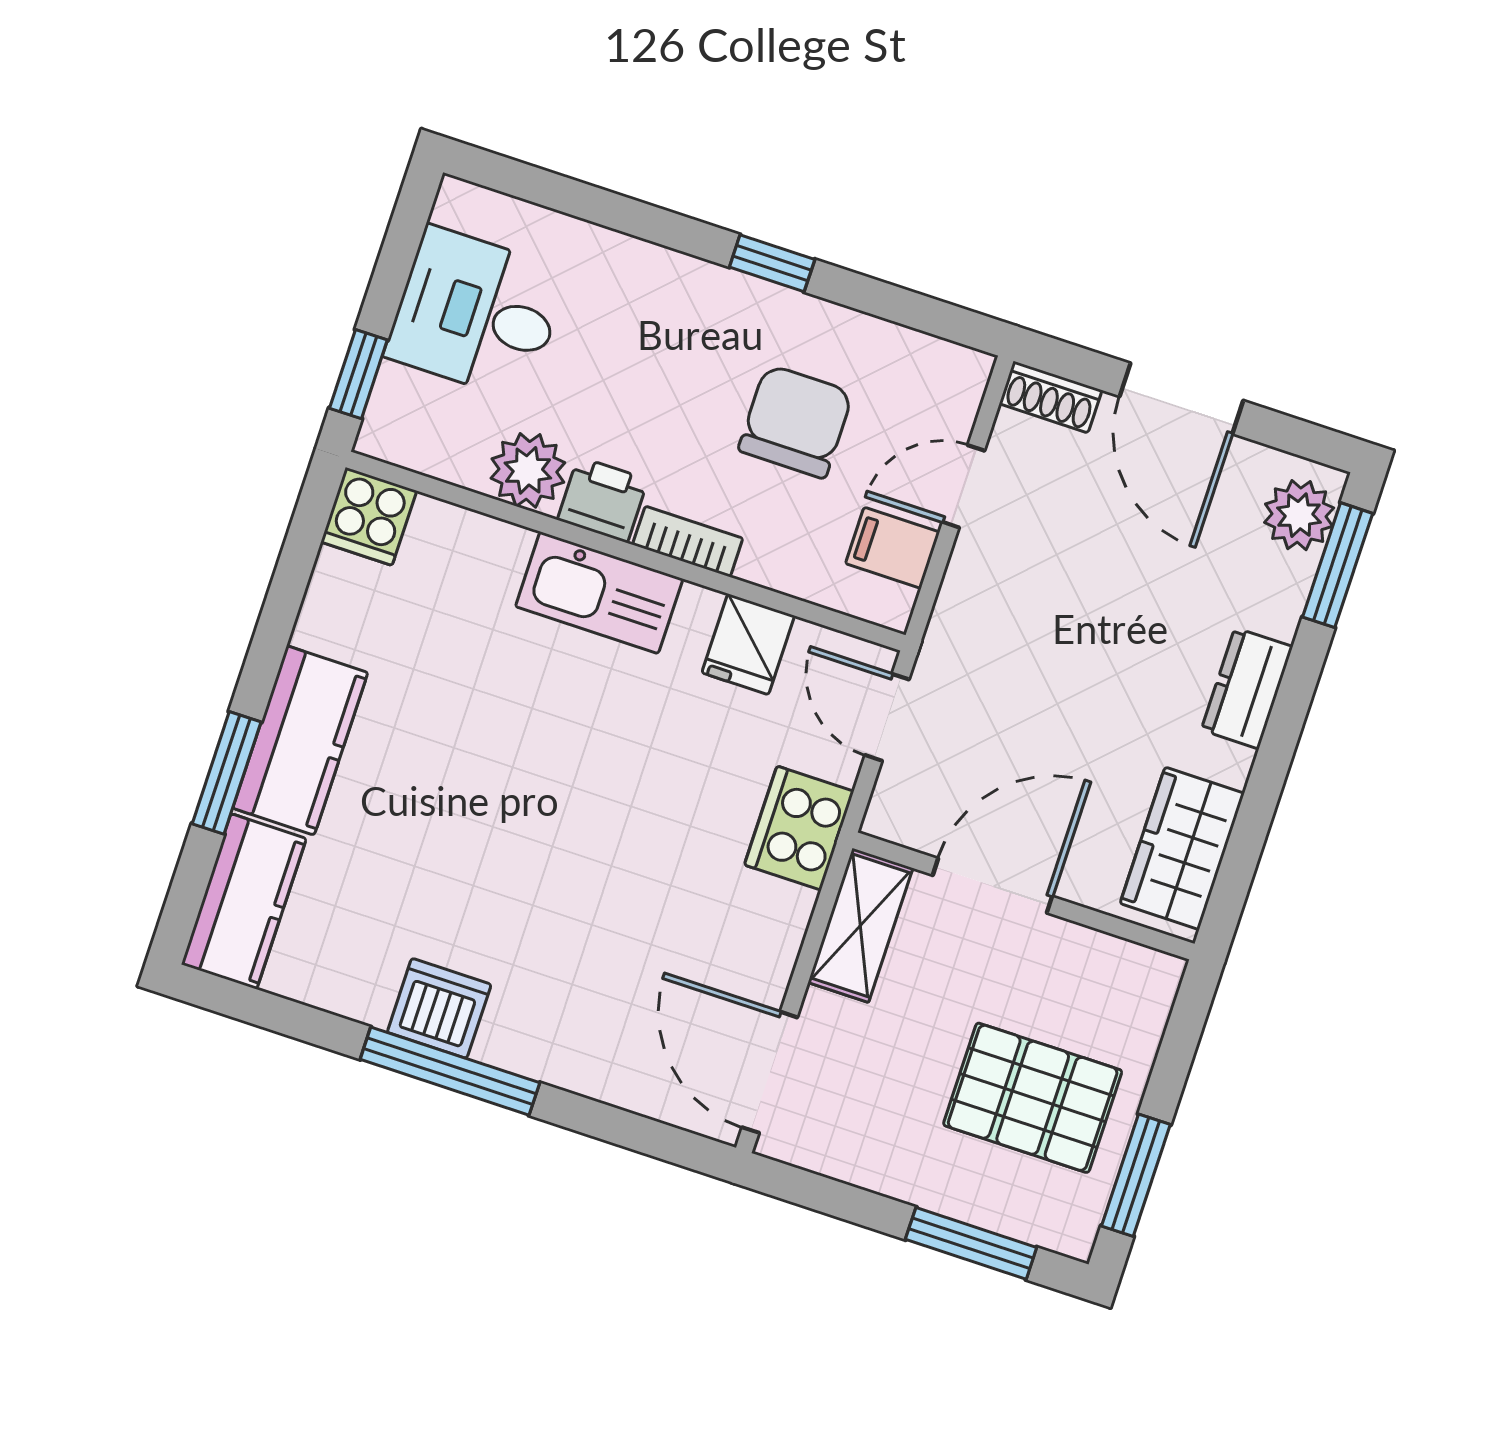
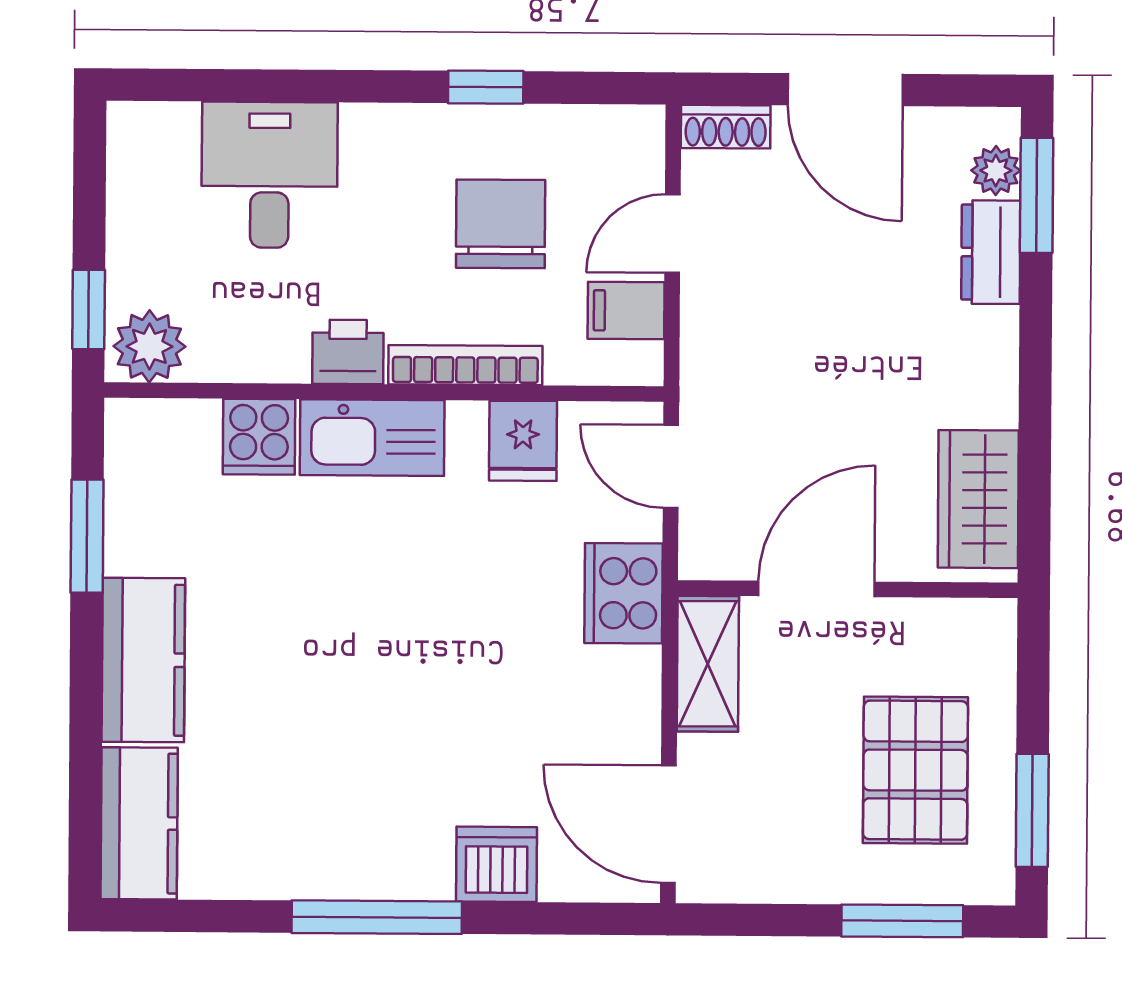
window: (772, 263) -> (486, 87), moved
desk: (477, 313) -> (270, 175), moved, turned 90
plant: (528, 470) -> (149, 346), moved
plant: (1299, 515) -> (996, 171), width x0.73, depth x0.73
cooker: (369, 516) -> (259, 437), moved
bookcase: (688, 541) -> (465, 365), width x1.56
dresser: (1247, 688) -> (991, 252), moved
window: (227, 773) -> (87, 536), moved
dishwasher: (439, 1008) -> (497, 864), moved
pallet: (1033, 1098) -> (915, 770), turned 90

